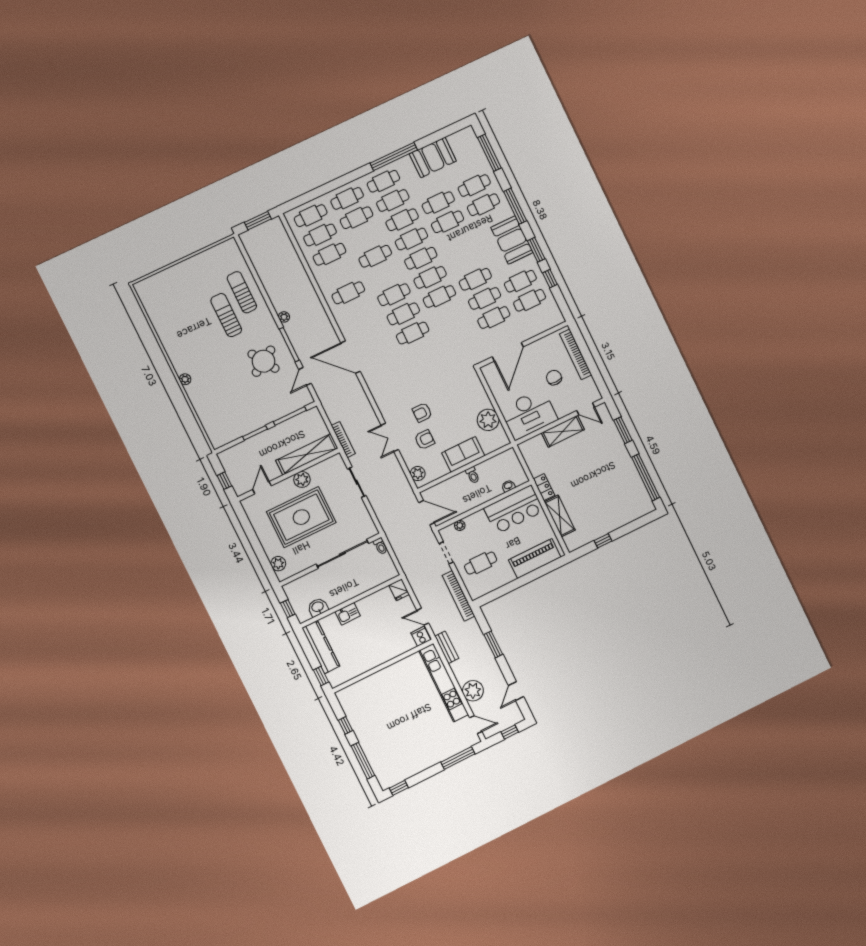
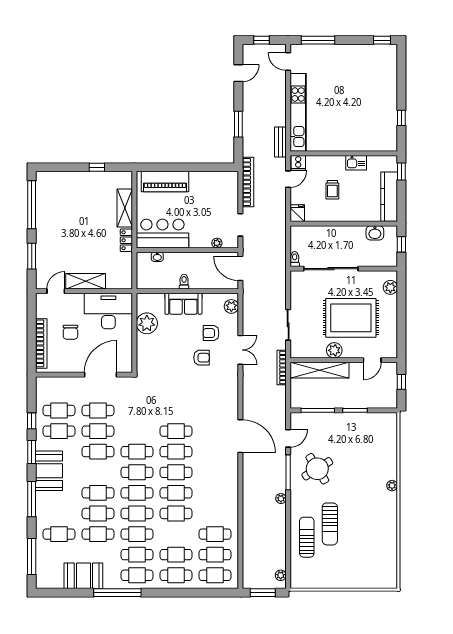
cafe table: (483, 205) -> (98, 493), moved
sun lounger: (242, 292) -> (307, 537), turned 180
cafe table: (348, 293) -> (176, 493), moved
door: (586, 409) -> (56, 291), hinge flipped
cafe table: (481, 563) -> (215, 201), removed
kitchen sink: (348, 614) -> (356, 163), moved, turned 180
door: (423, 617) -> (288, 179), hinge flipped
trolley: (377, 627) -> (332, 190), added
plant: (473, 691) -> (281, 575), moved, width x0.53, depth x0.53
window: (363, 761) -> (401, 80), removed

